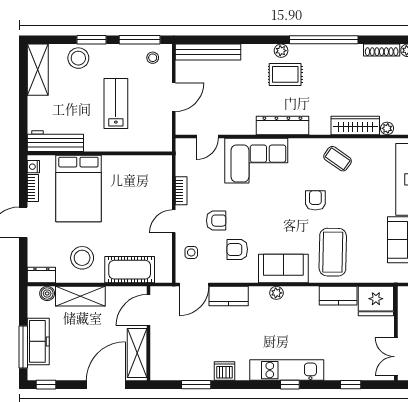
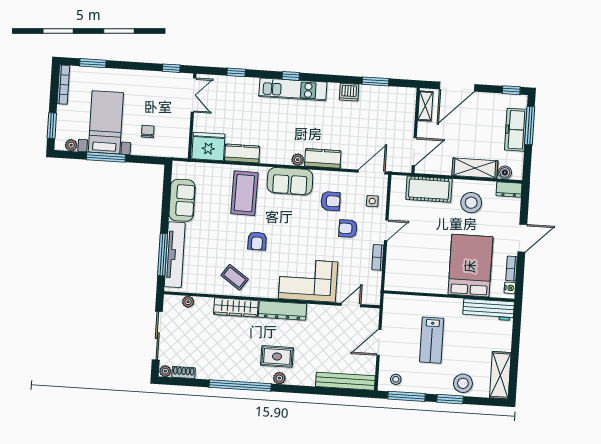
shoe rack: (382, 50) -> (184, 373), width x0.70
wardrobe: (355, 126) -> (236, 307), moved
kitchen counter: (229, 296) -> (323, 158), moved
shelving: (137, 353) -> (425, 106), width x0.67, depth x0.75

